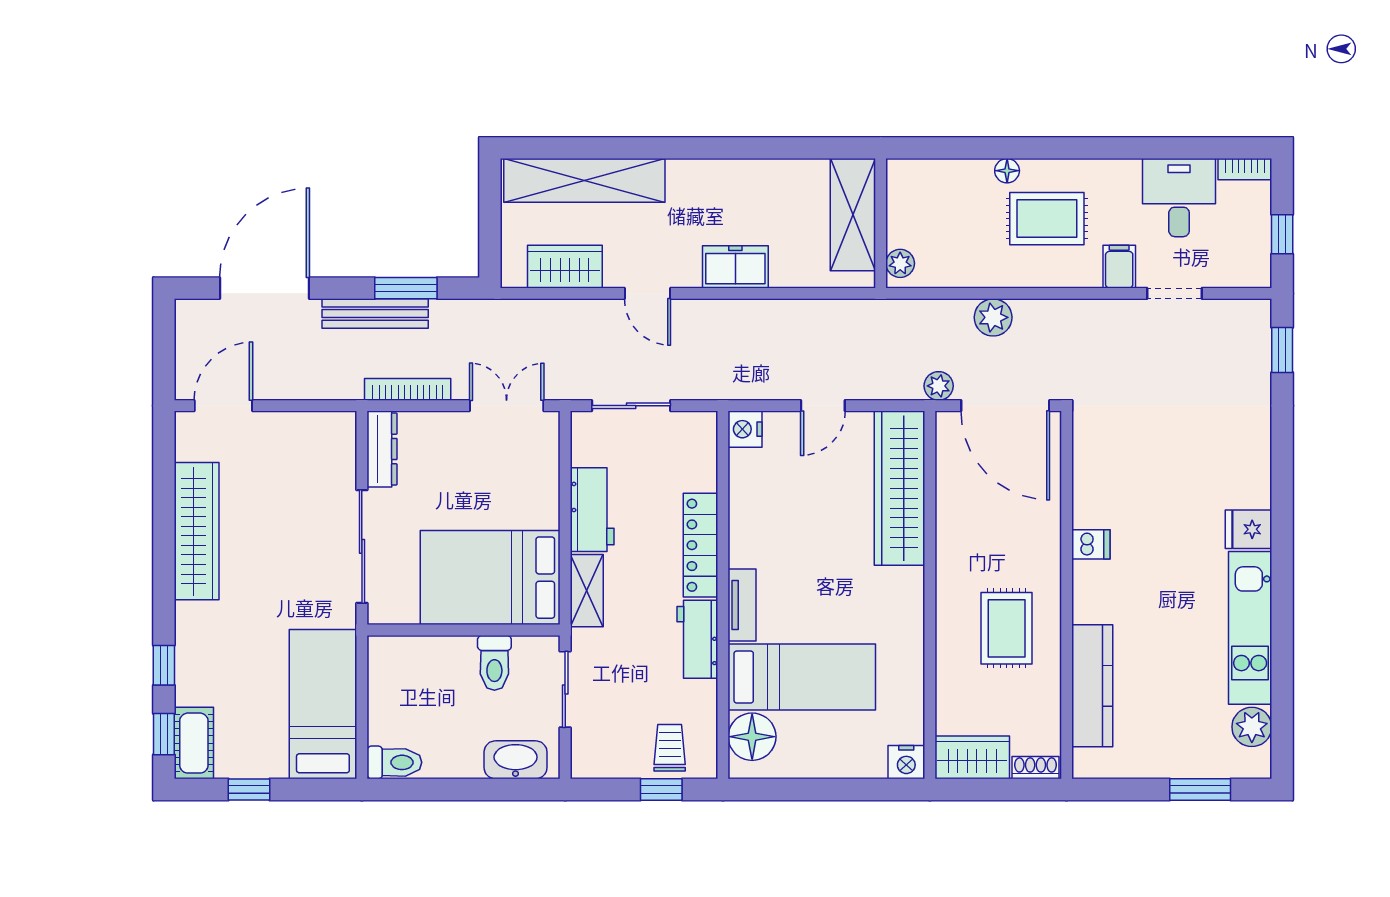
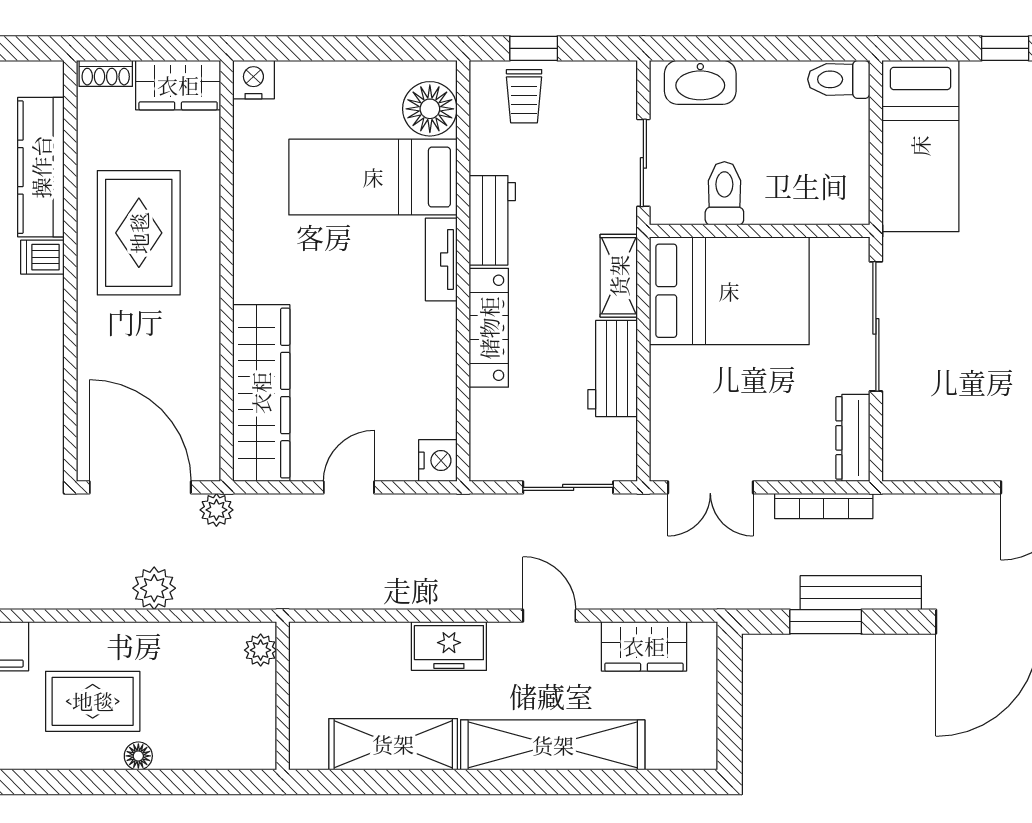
shelving: (584, 180) -> (553, 745), moved
shelving: (853, 215) -> (393, 744), moved, turned 90
dishwasher: (1091, 544) -> (42, 257), moved
rug: (1007, 628) -> (139, 233), width x1.36, depth x1.43

